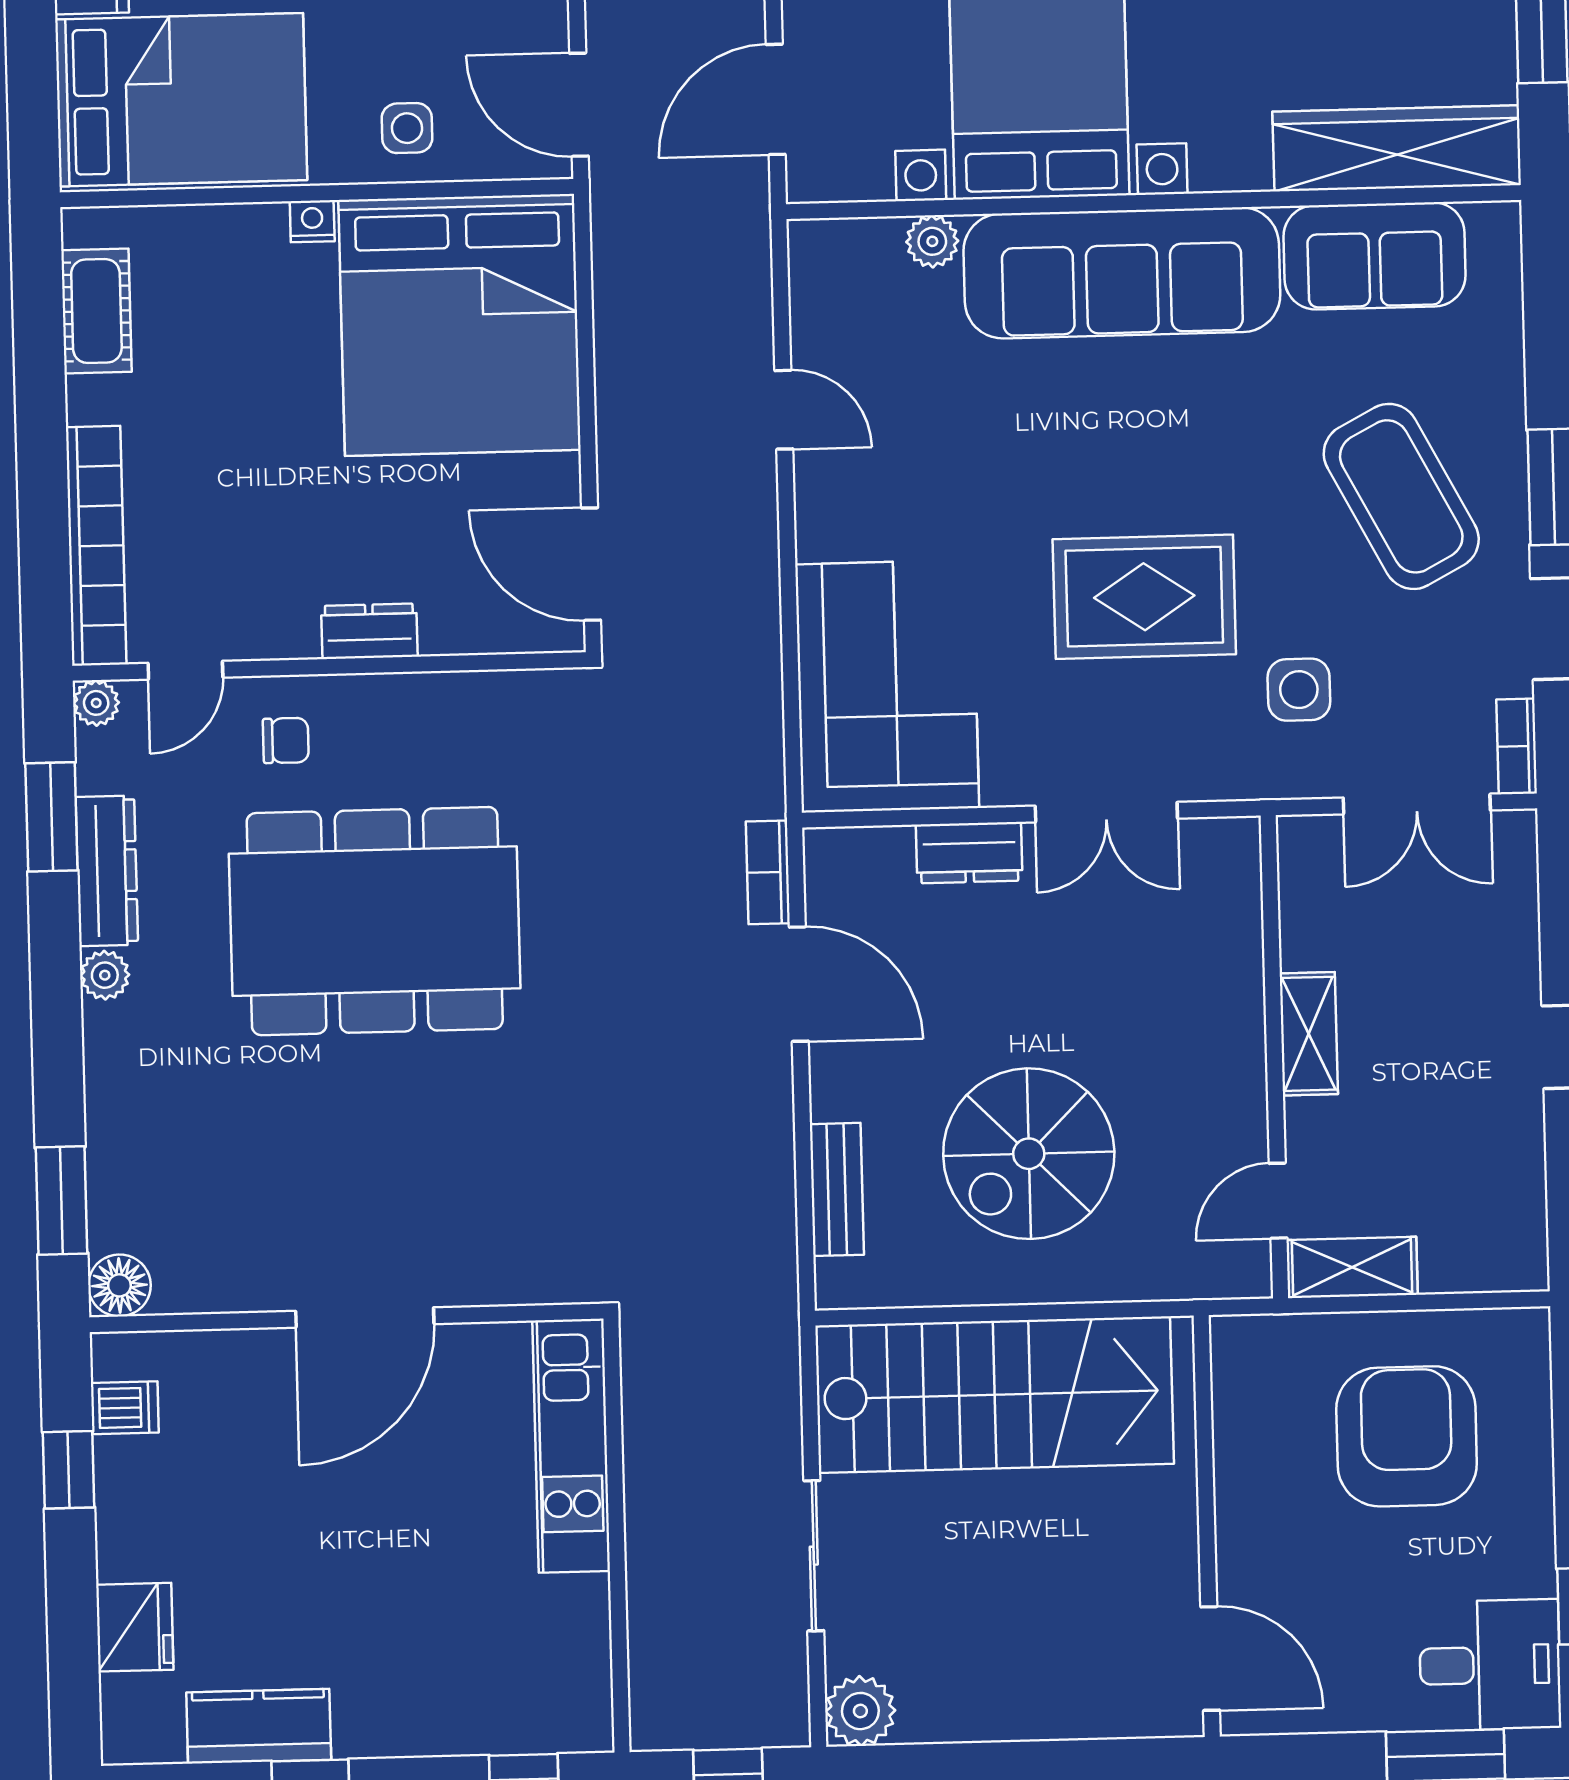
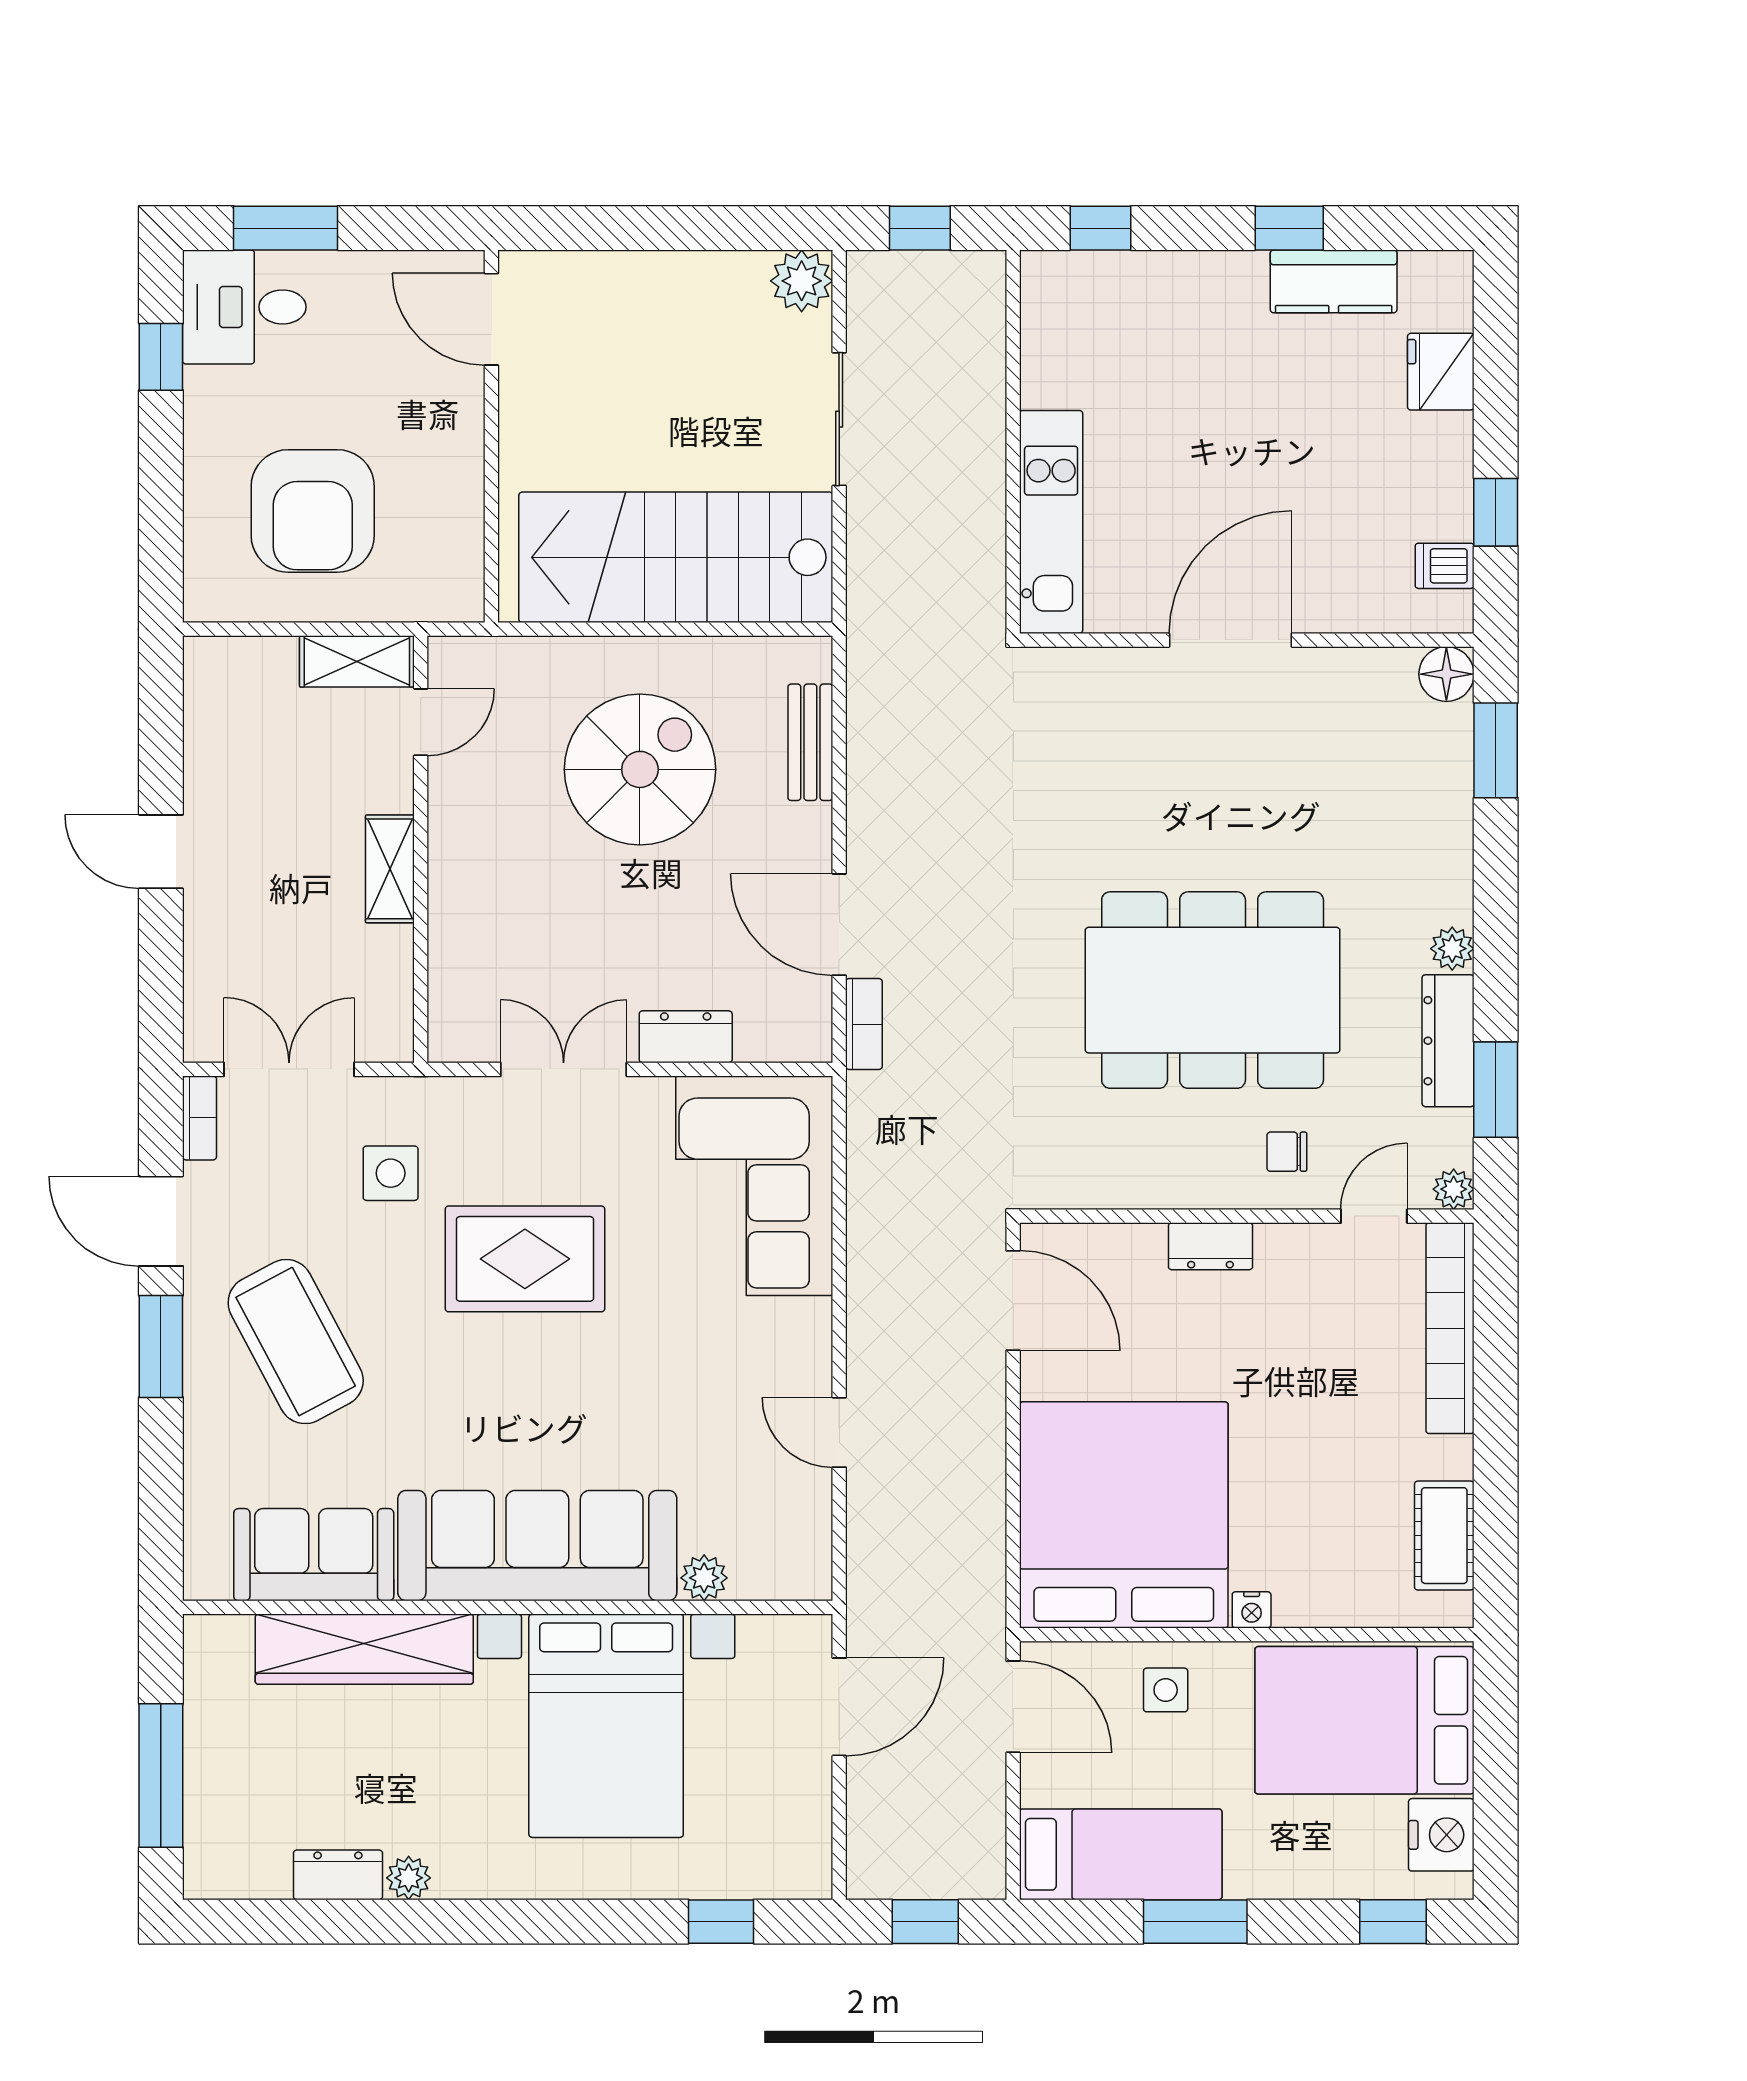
wardrobe: (1397, 148) -> (364, 1649), moved

